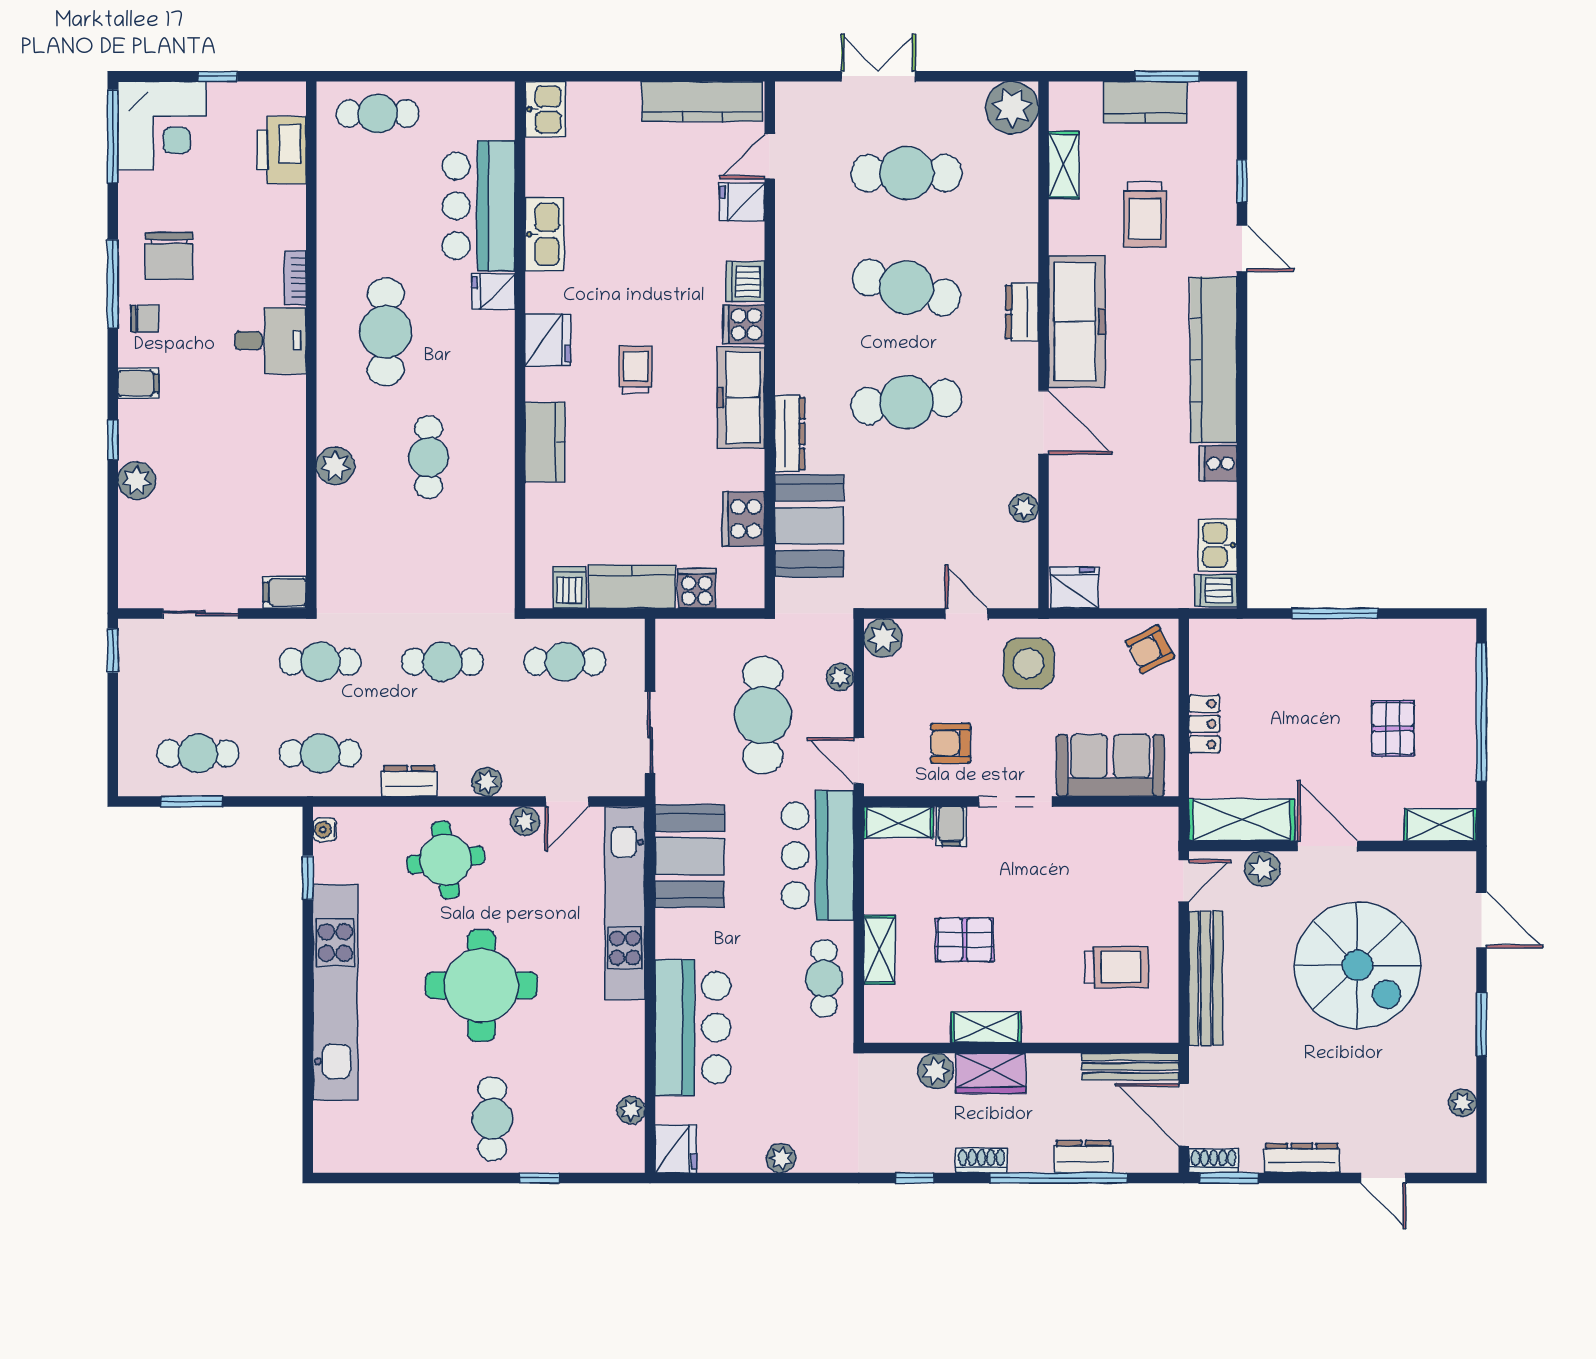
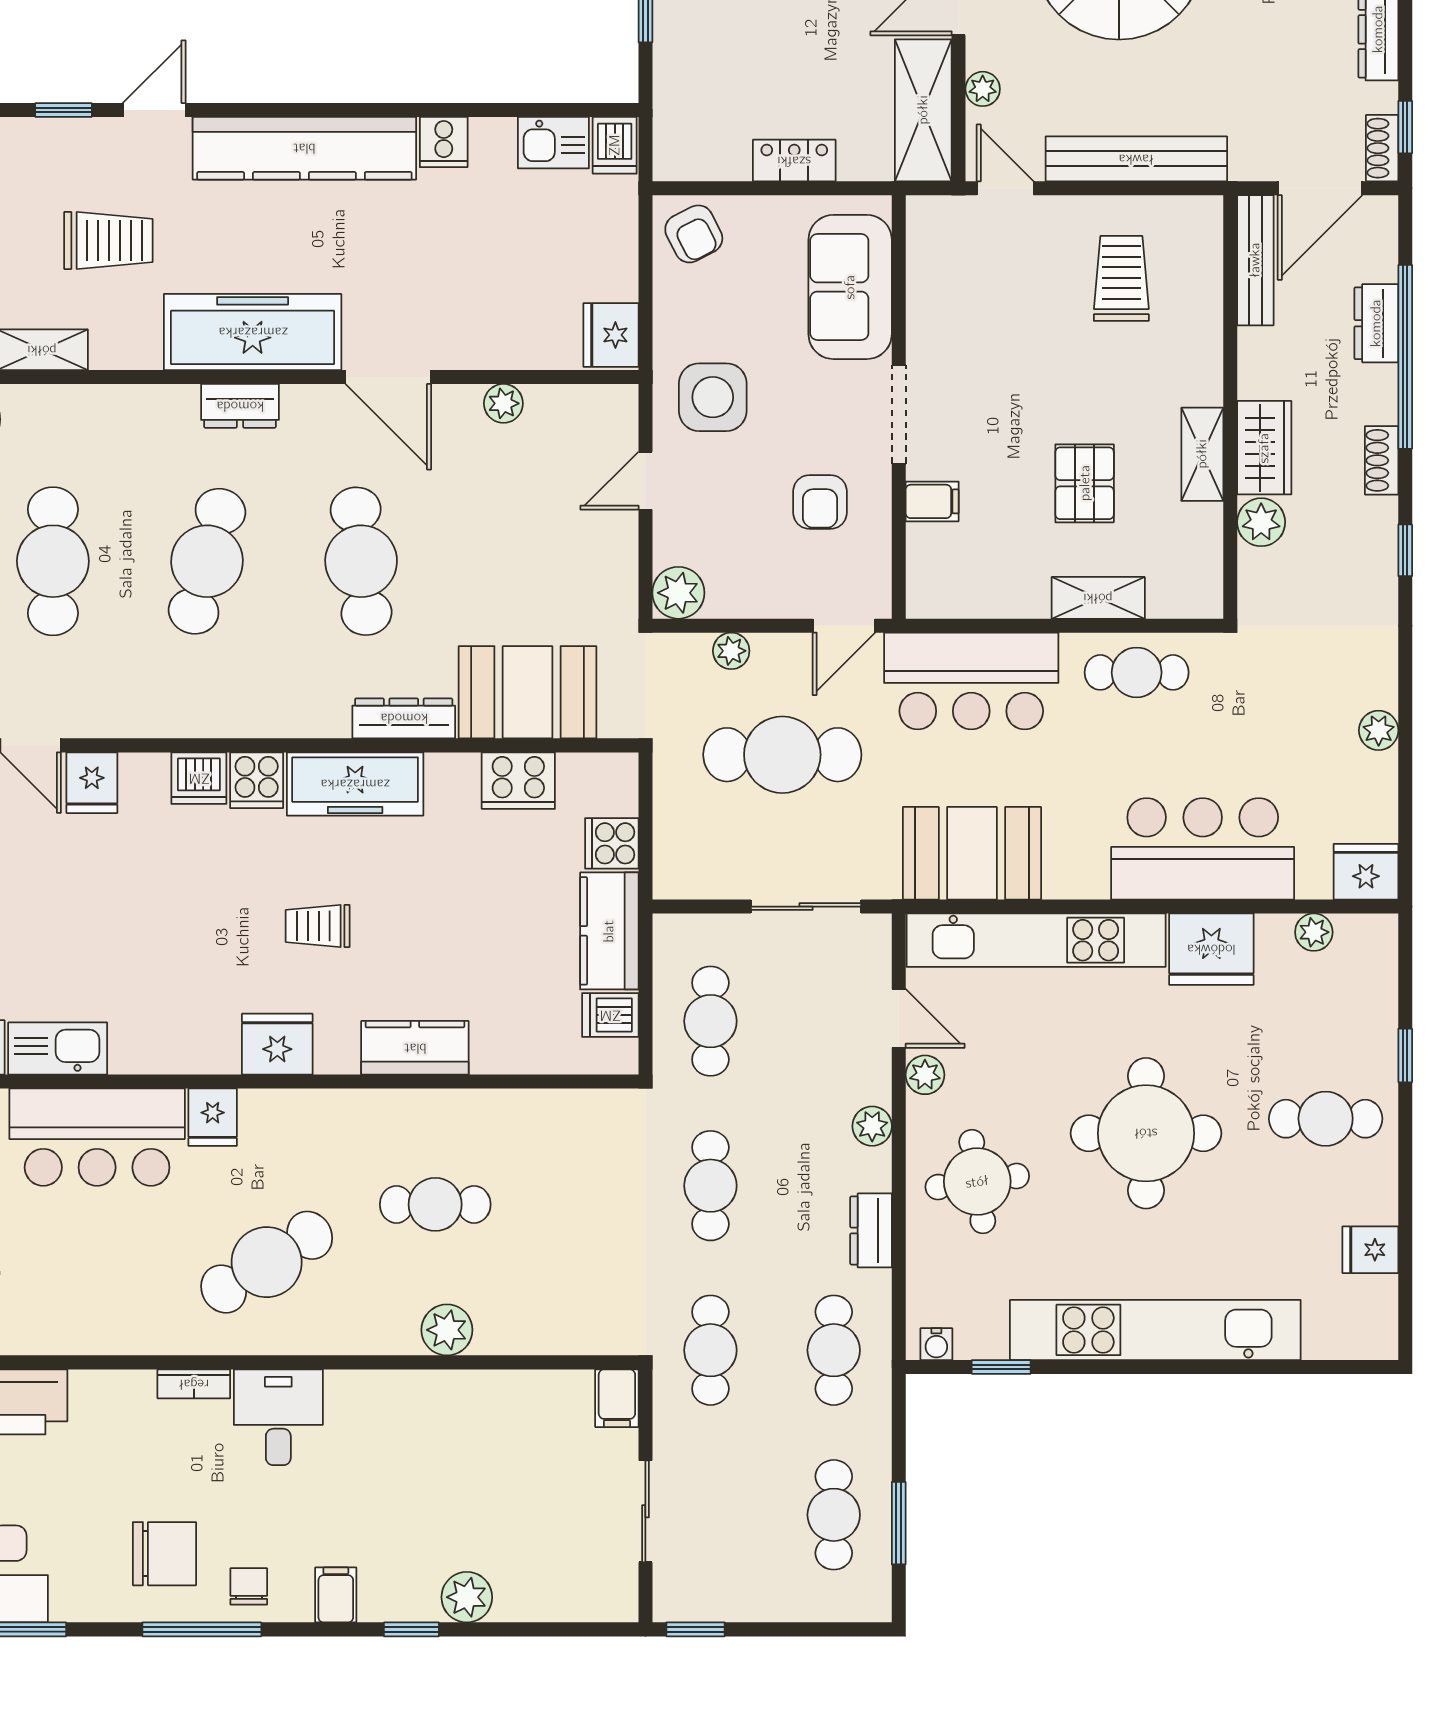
kitchen sink: (544, 234) -> (58, 1048), moved
cafe table: (386, 332) -> (267, 1262), turned -32
door: (1043, 422) -> (388, 377), swing flipped
shelving: (899, 822) -> (927, 572), removed
plant: (1262, 869) -> (983, 89), width x0.73, depth x0.73
fridge: (618, 1034) -> (1211, 949), added
fridge: (395, 1152) -> (1370, 1250), added
window: (1229, 1178) -> (1405, 127), width x0.67

